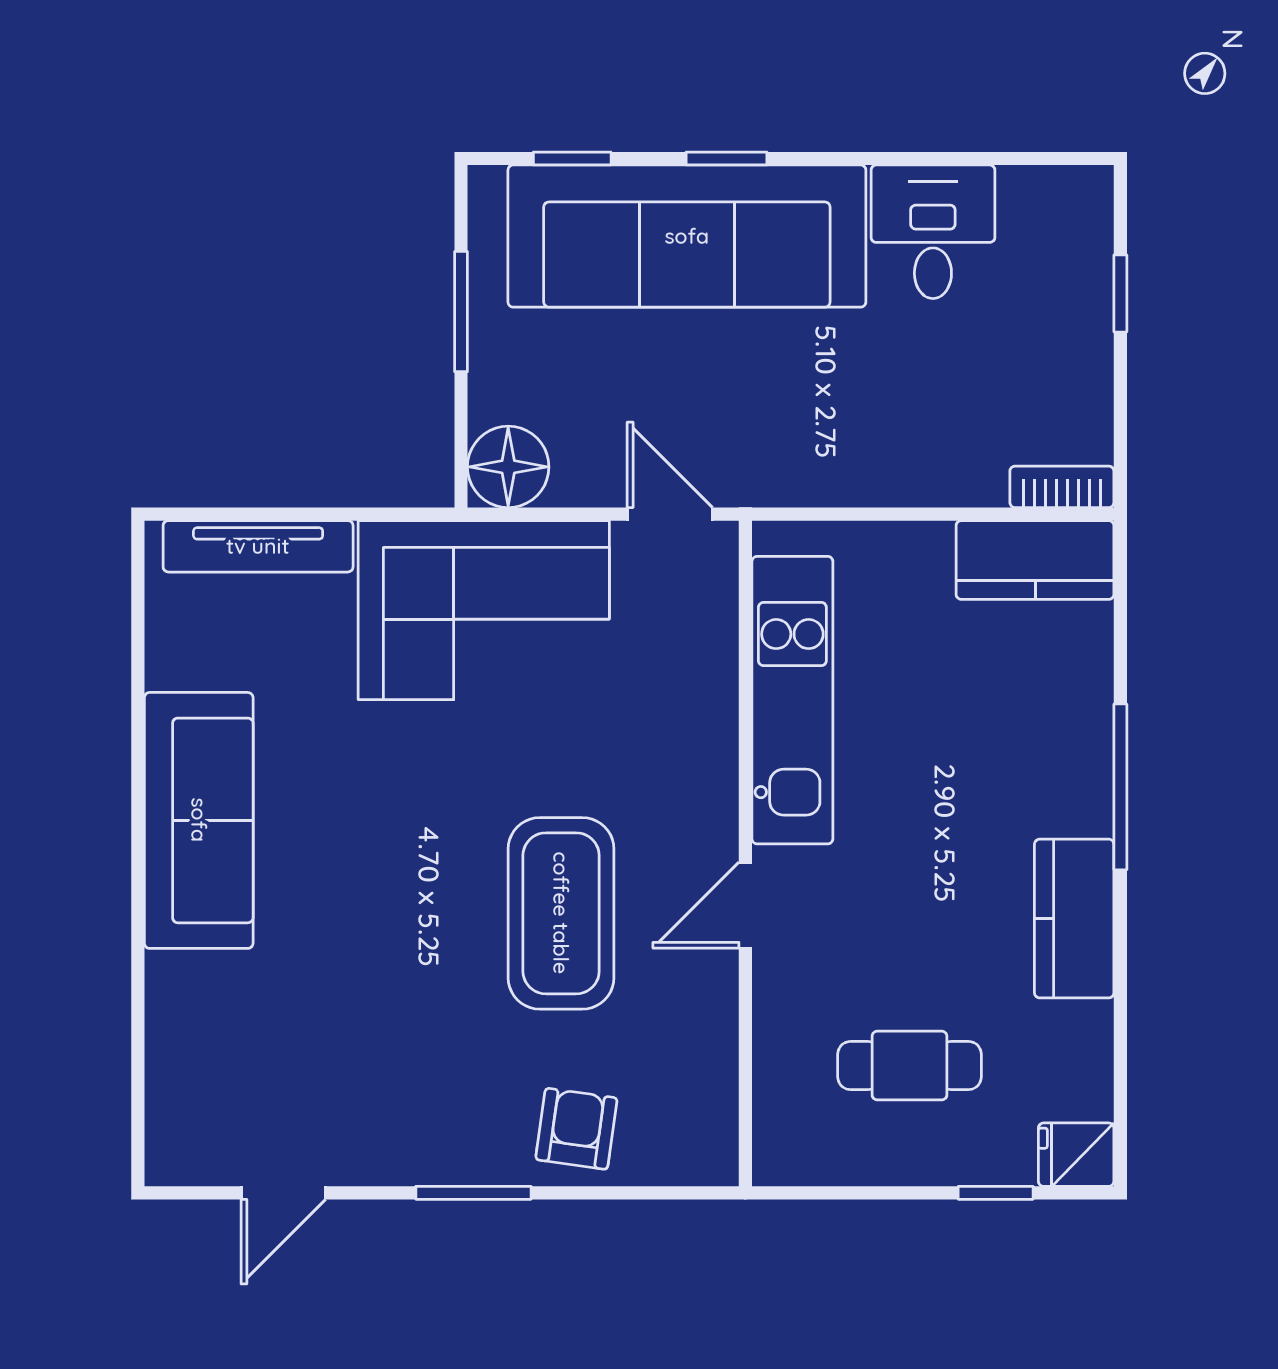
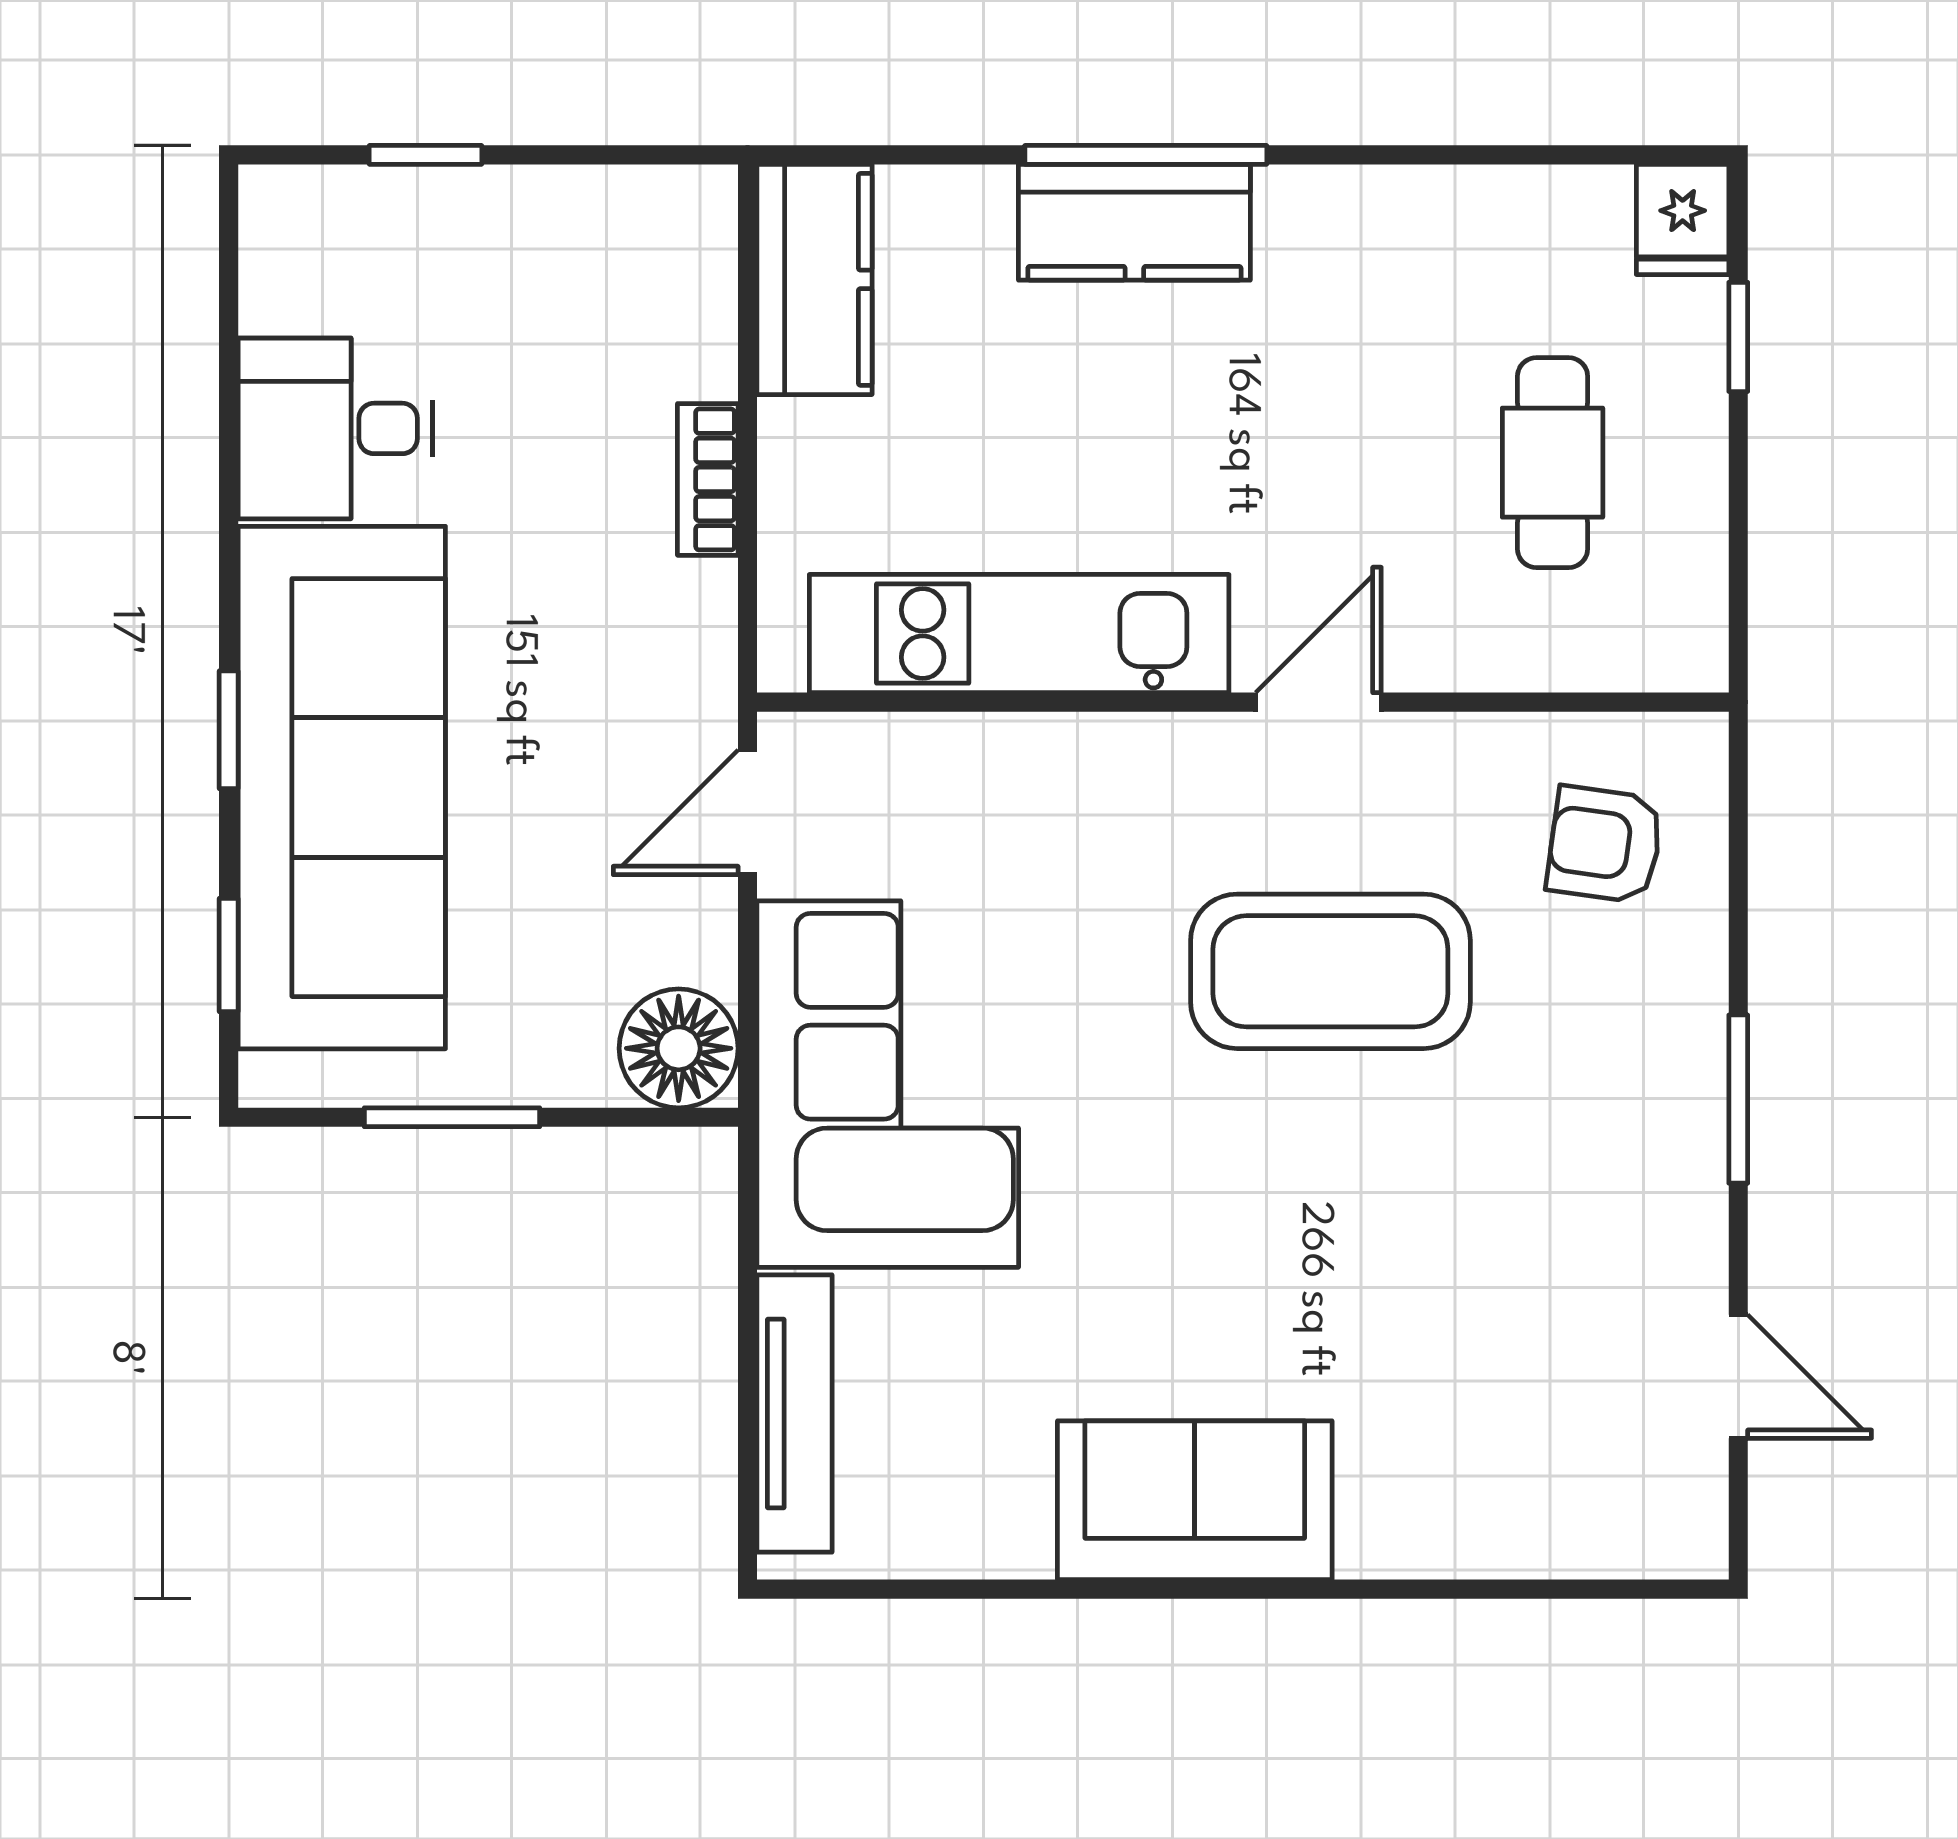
bookcase: (1062, 487) -> (708, 479), moved
sofa: (199, 820) -> (1195, 1500), width x0.73
door: (745, 905) -> (1318, 702), swing flipped
kitchen counter: (1074, 919) -> (1134, 222), moved
armchair: (576, 1129) -> (1605, 845), moved

